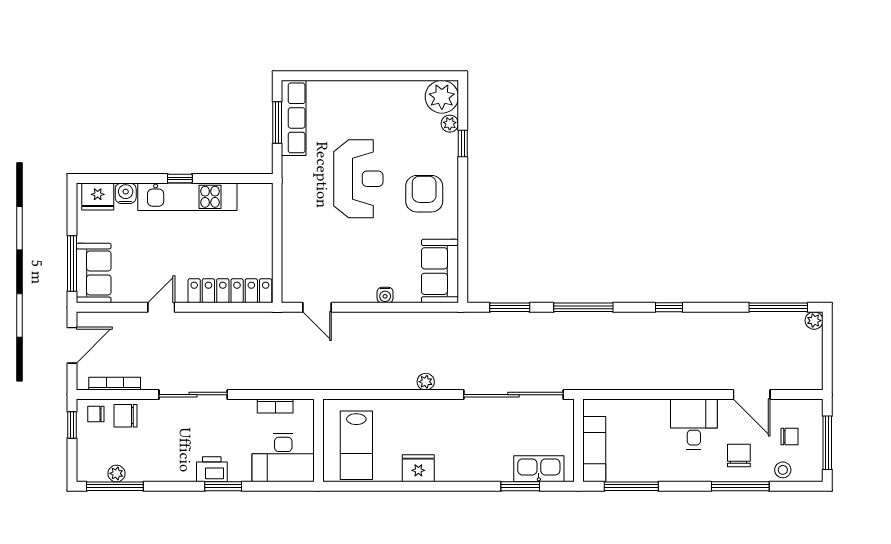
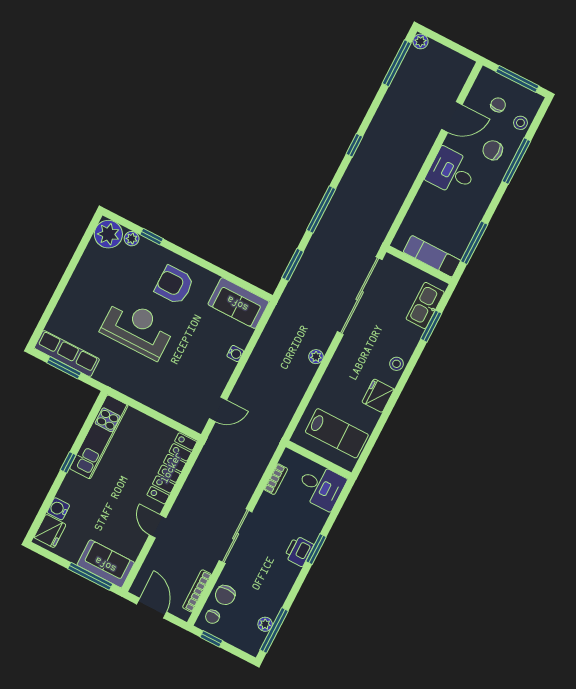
kitchen unit: (187, 197) -> (99, 437), moved
desk: (283, 458) -> (321, 487), width x0.73
stool: (462, 470) -> (397, 364), added

